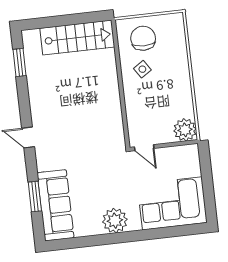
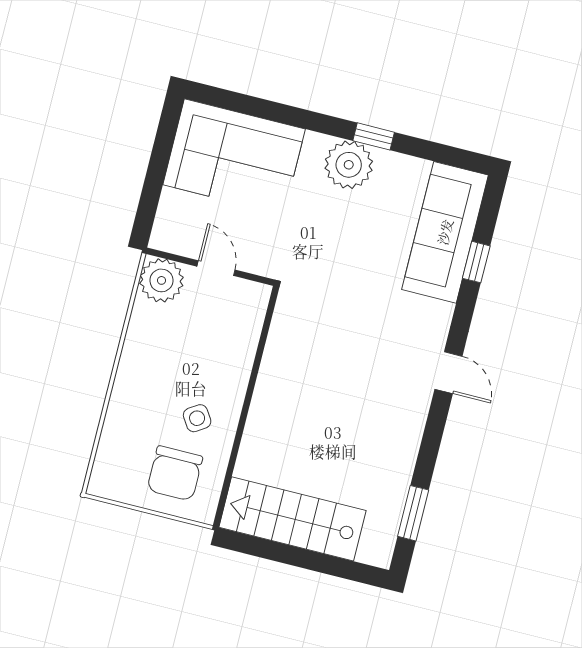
door: (144, 148) -> (216, 268), moved
window: (35, 197) -> (476, 262), width x0.67
window: (108, 239) -> (374, 136), added

